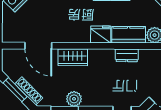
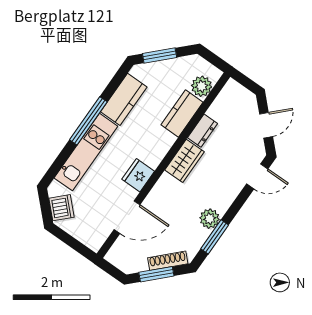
fridge: (101, 34) -> (138, 175), moved
wardrobe: (73, 57) -> (185, 161), moved

